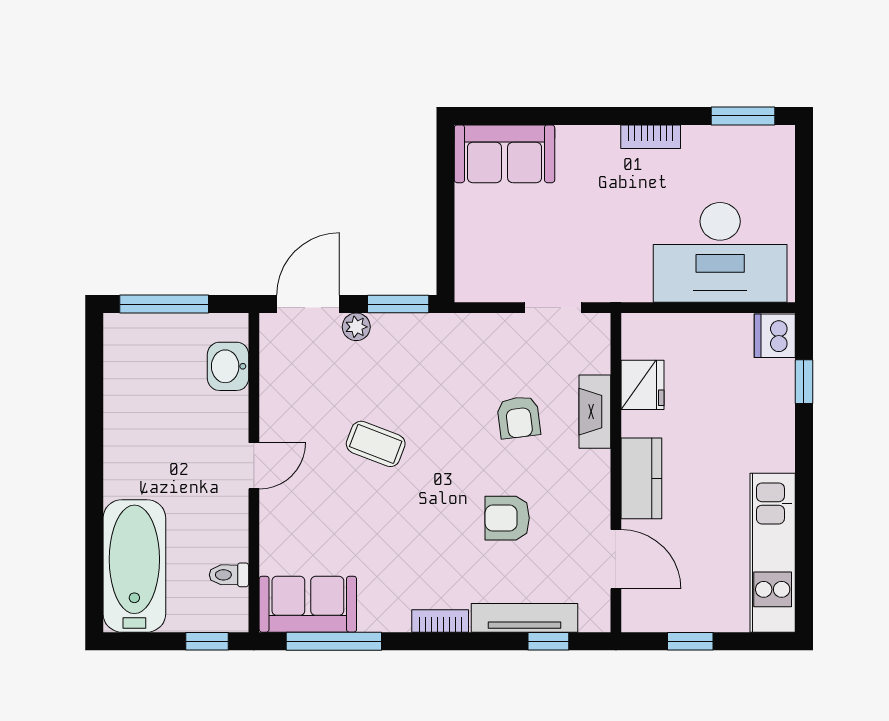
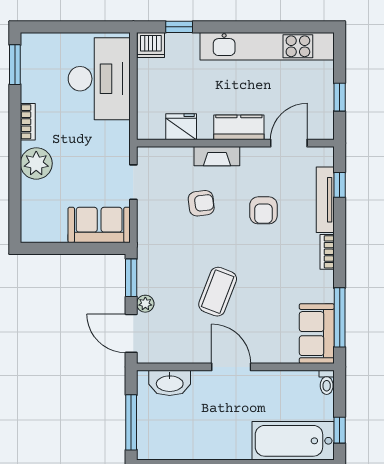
plant: (583, 150) -> (36, 163), added
sofa: (505, 154) -> (99, 225), moved, turned -90
washbasin: (228, 366) -> (170, 383), width x1.38
fireplace: (595, 412) -> (217, 156), moved
coffee table: (376, 444) -> (218, 292), width x1.36, depth x1.30
door: (254, 466) -> (231, 367), width x1.38
kitchen unit: (773, 553) -> (267, 46), width x1.36
toilet: (229, 575) -> (327, 382), moved
window: (207, 641) -> (340, 430), moved

